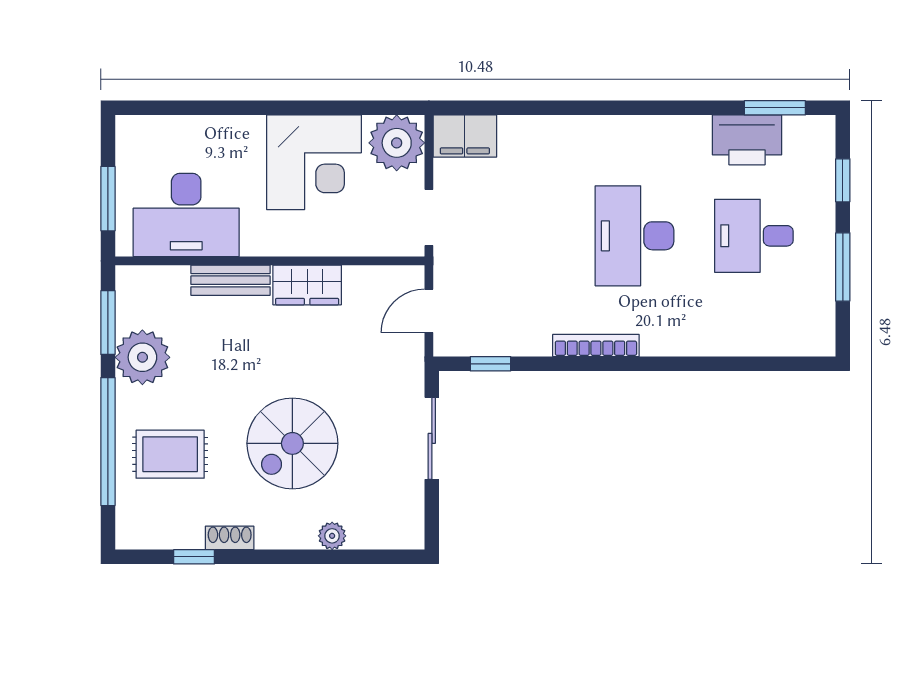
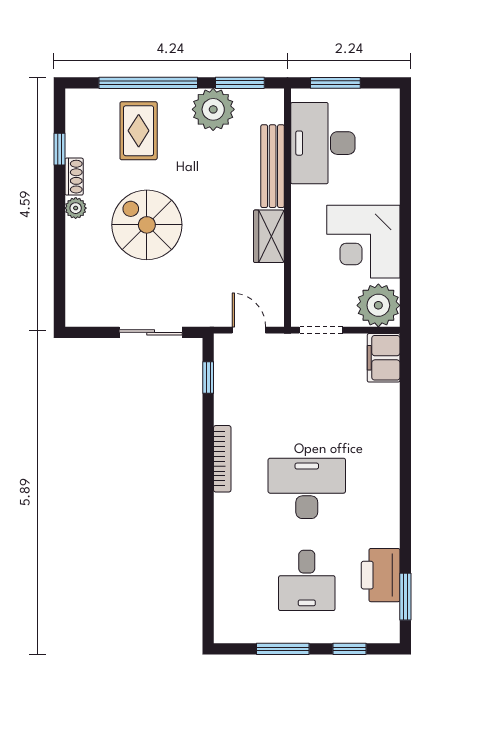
desk: (754, 236) -> (307, 580), turned 180
bench: (230, 280) -> (273, 166), width x1.36
plant: (332, 536) -> (76, 208), moved

